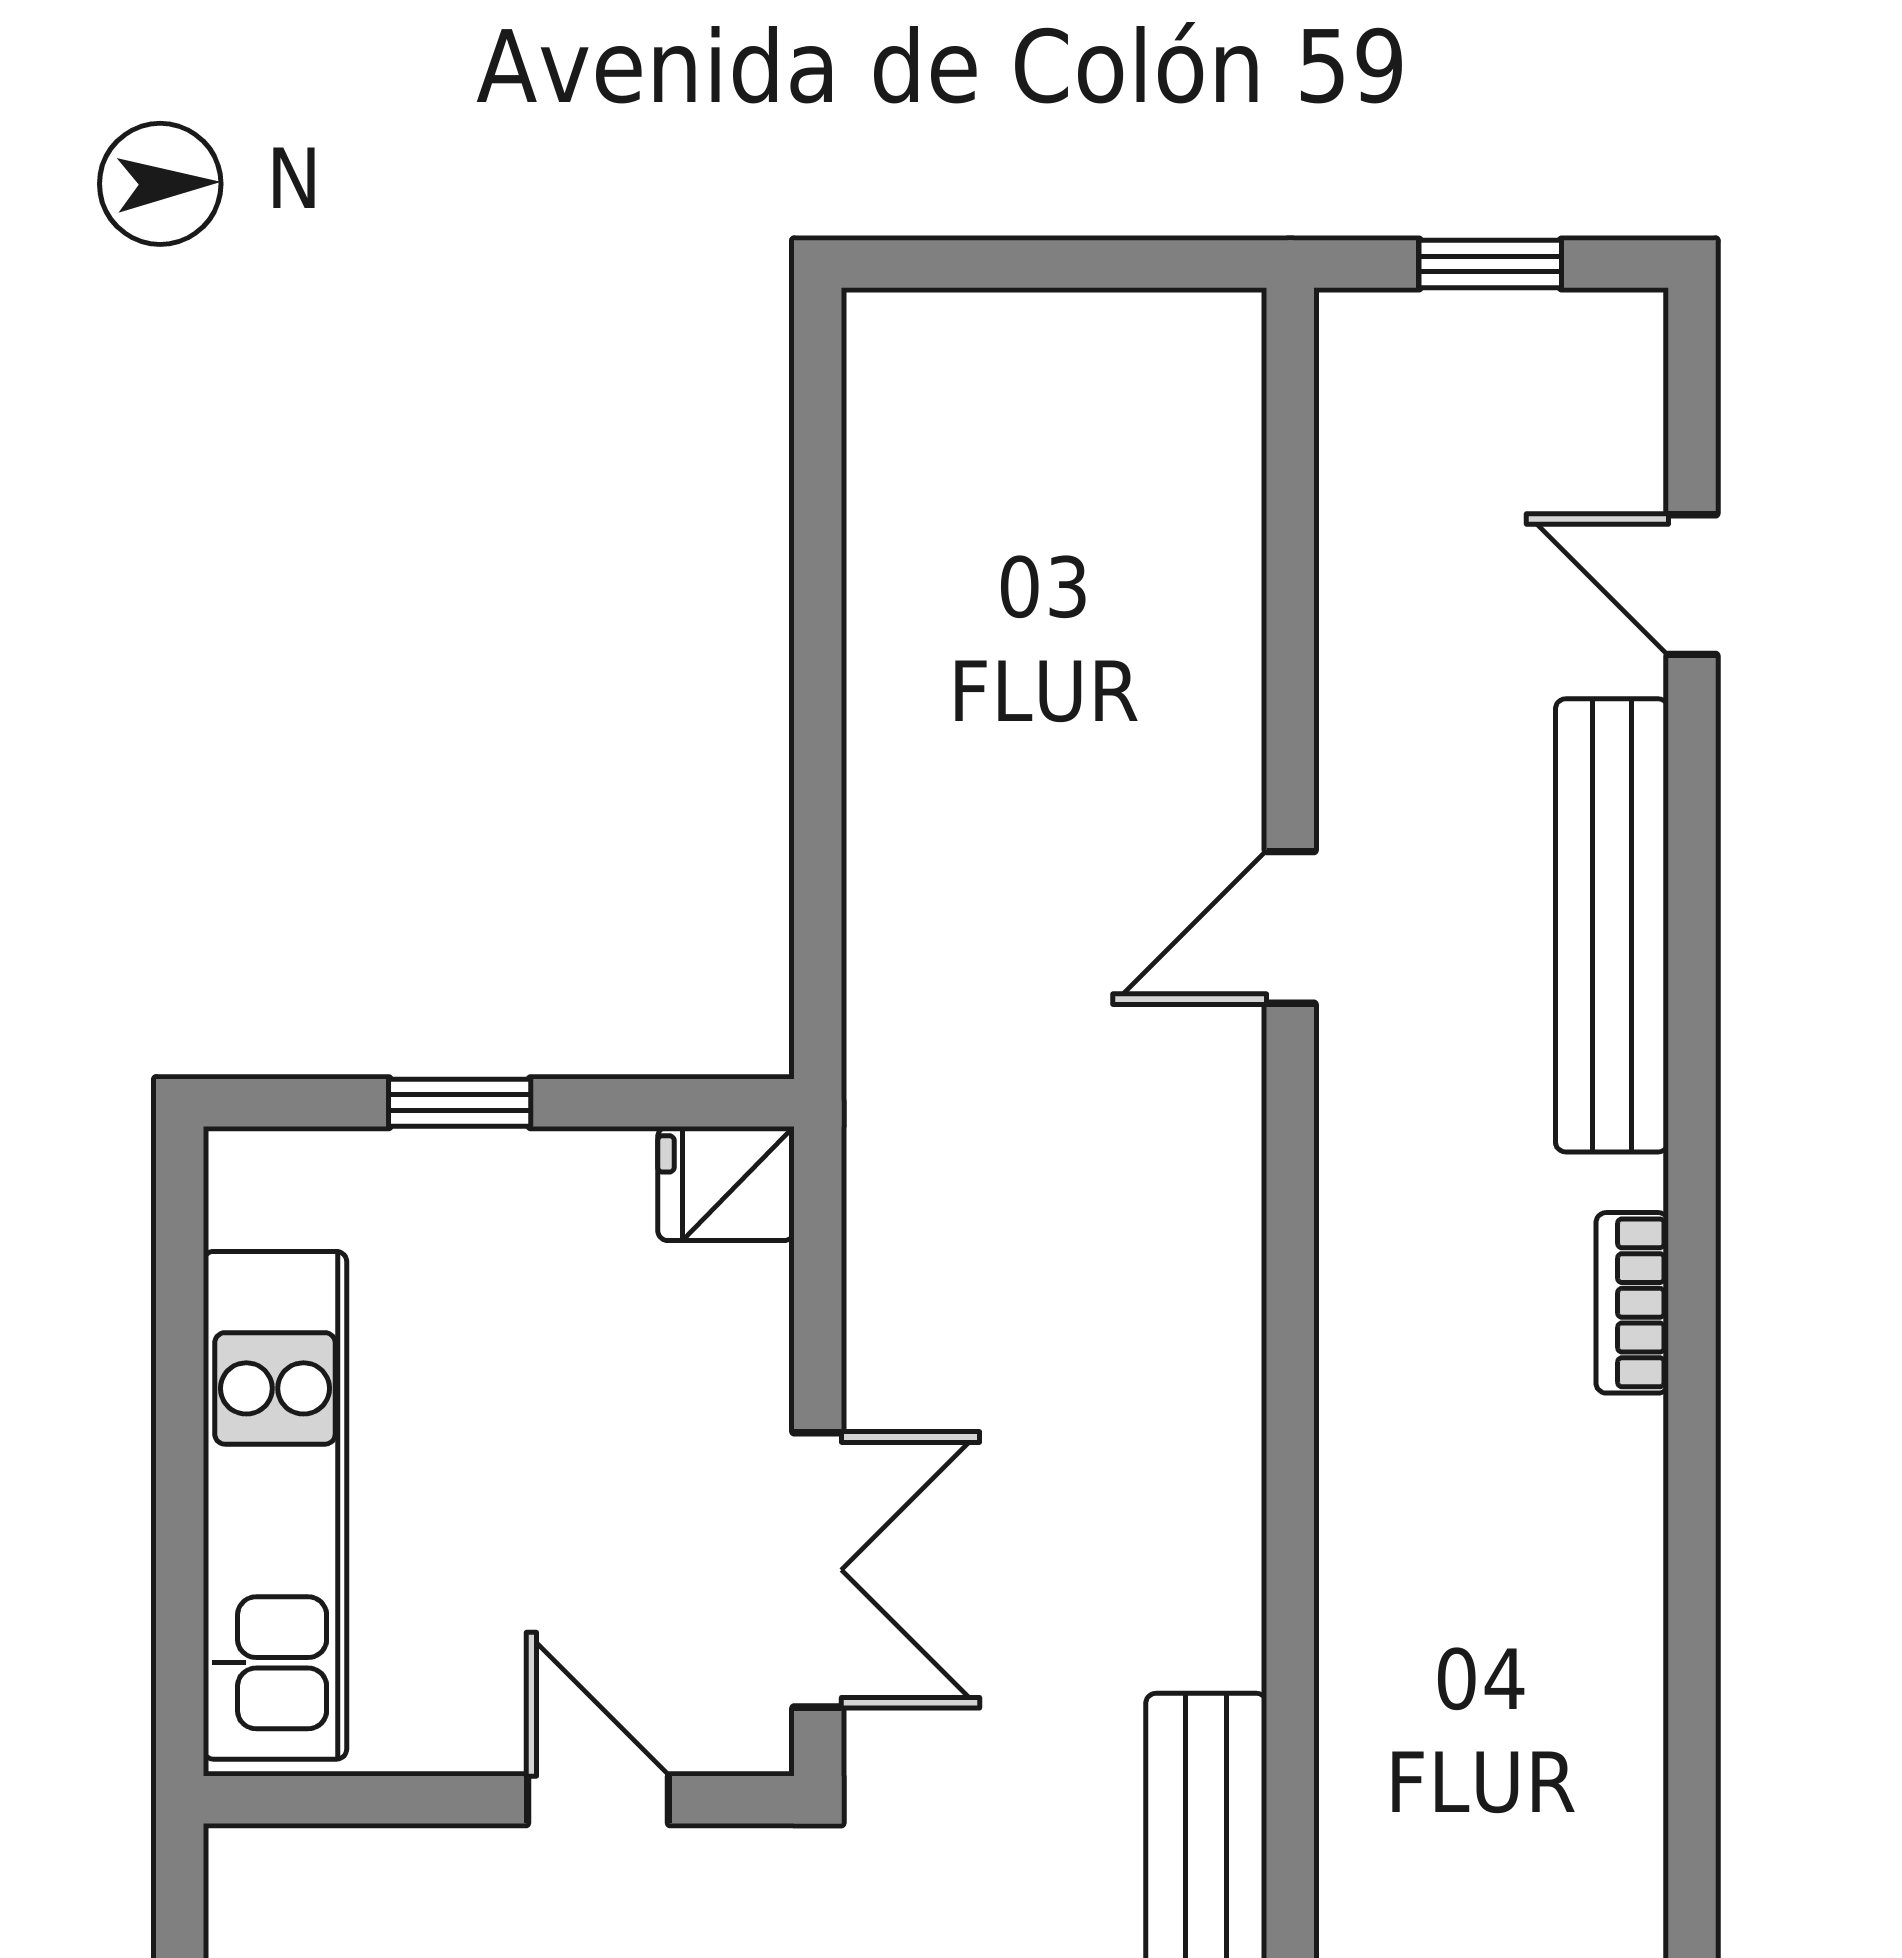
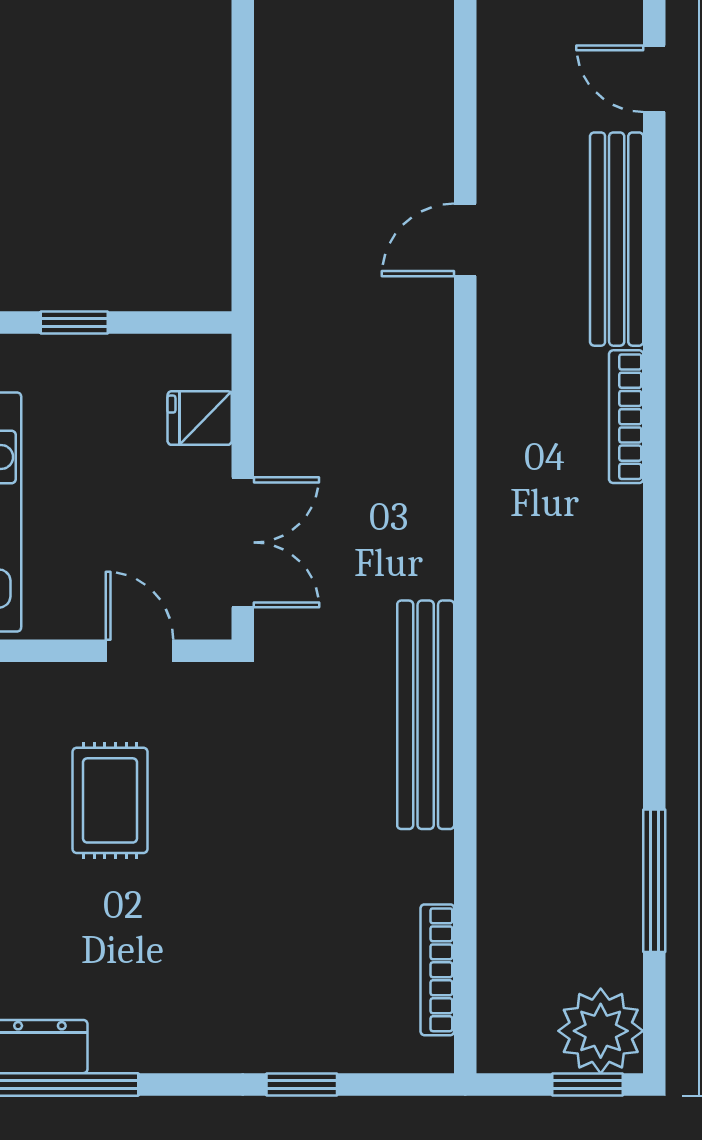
fridge: (726, 1184) -> (200, 418), moved
bookcase: (1632, 1303) -> (626, 417), width x1.56

